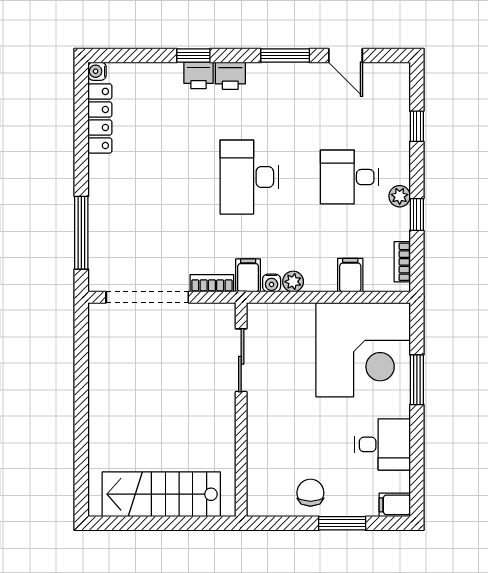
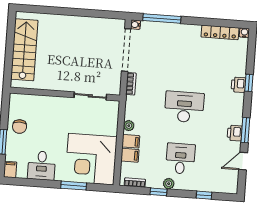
printer: (230, 76) -> (235, 133), moved
filing cabinet: (248, 275) -> (131, 141), moved
water cooler: (272, 283) -> (135, 25), moved
chair: (310, 493) -> (20, 127), turned 90

